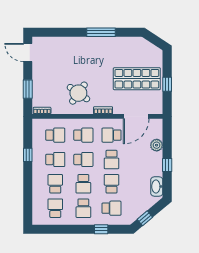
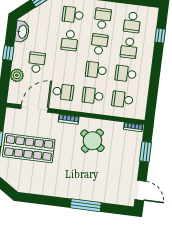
window: (101, 32) -> (86, 205), moved
window: (28, 155) -> (160, 36), moved
school desk: (111, 159) -> (37, 62), moved

